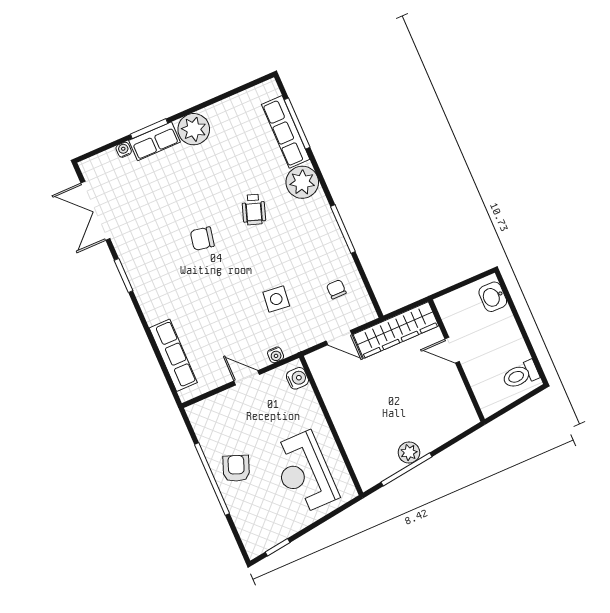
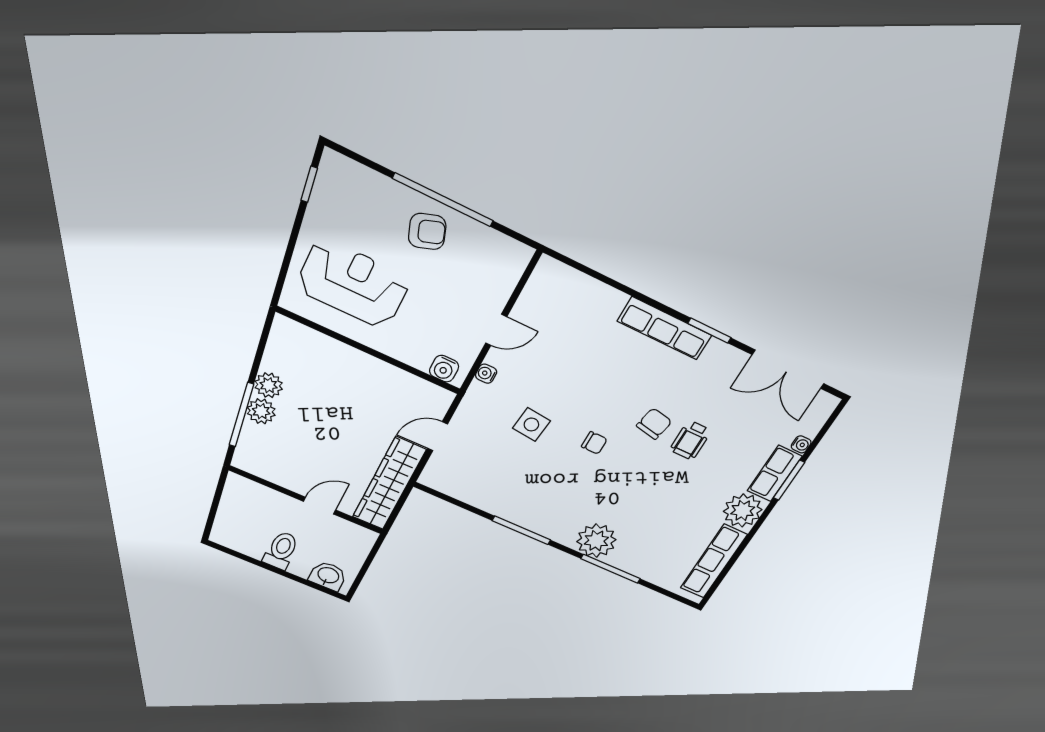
window: (297, 124) -> (611, 569), moved
row of seats: (286, 132) -> (714, 561), moved, turned -90
wheelchair: (254, 210) -> (691, 440), moved, turned -109
double door: (95, 211) -> (788, 369), swing flipped
chair: (336, 289) -> (594, 443), moved
row of seats: (173, 355) -> (665, 328), moved
toilet: (521, 375) -> (281, 550), moved
plant: (429, 440) -> (261, 411), added
armchair: (236, 468) -> (427, 231), turned -40
window: (407, 469) -> (241, 415), moved

